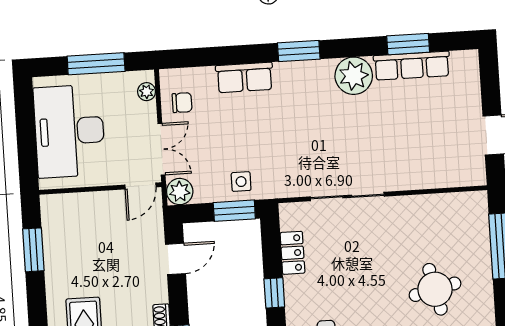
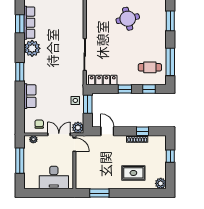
desk: (69, 131) -> (54, 178), width x0.73, depth x0.77
locker: (292, 253) -> (103, 80), width x1.53

